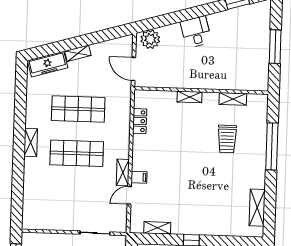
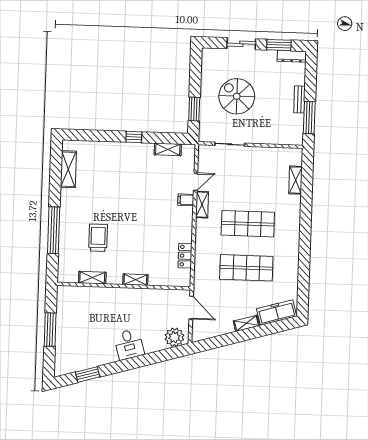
shelving: (31, 143) -> (296, 180), moved

